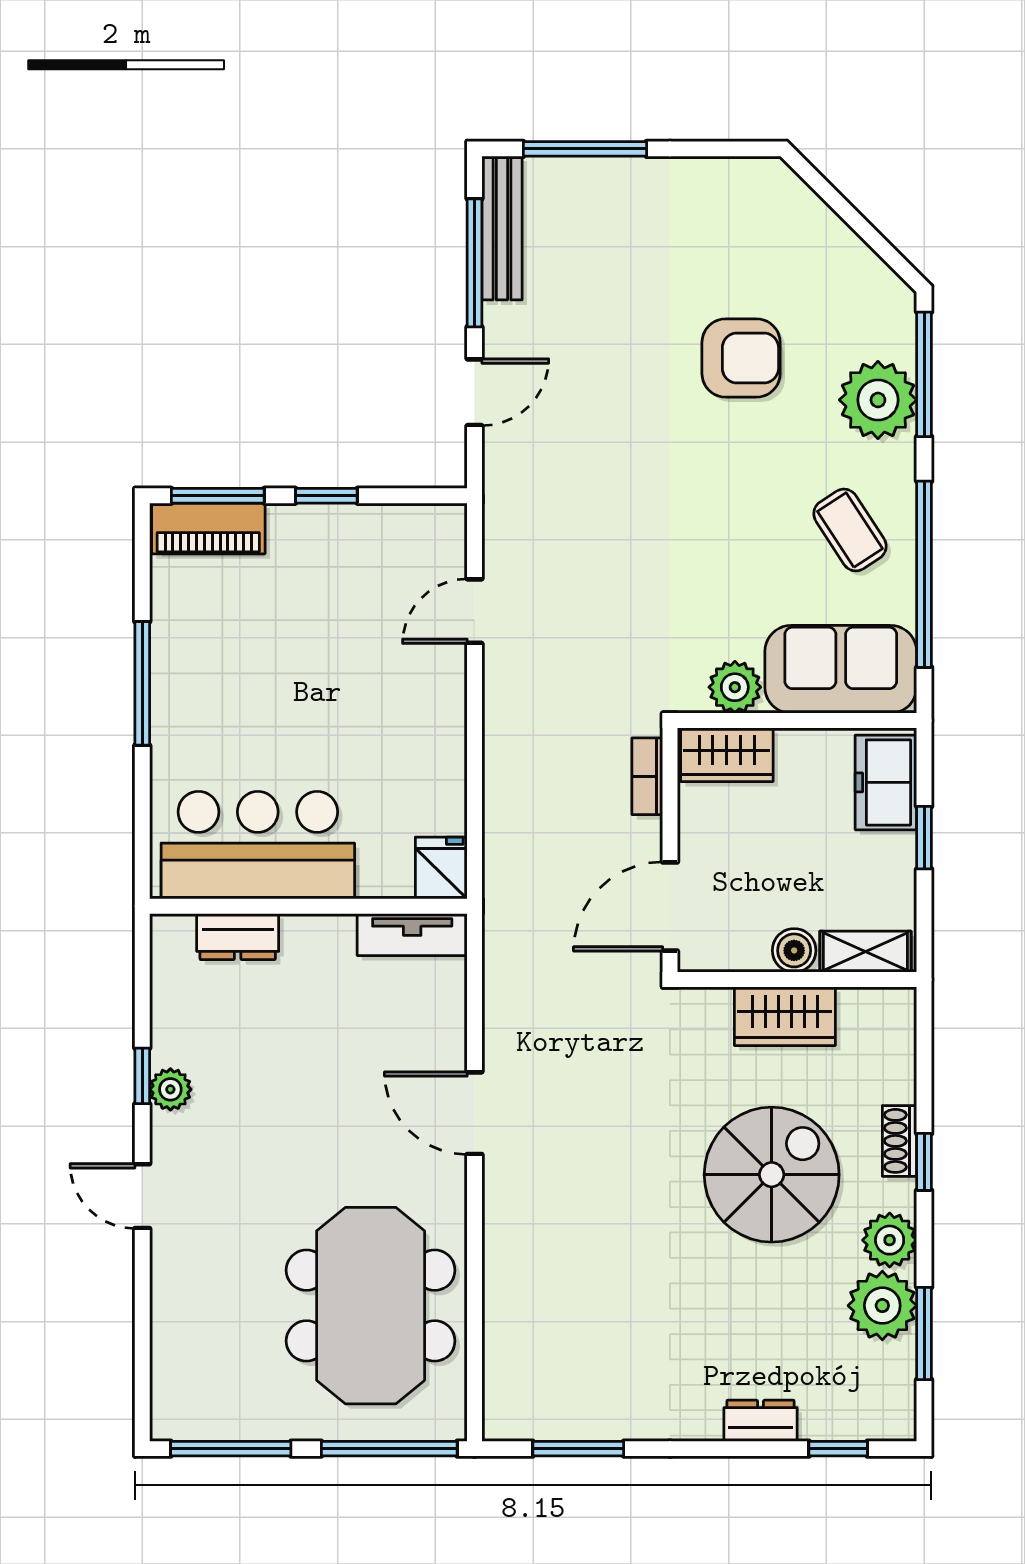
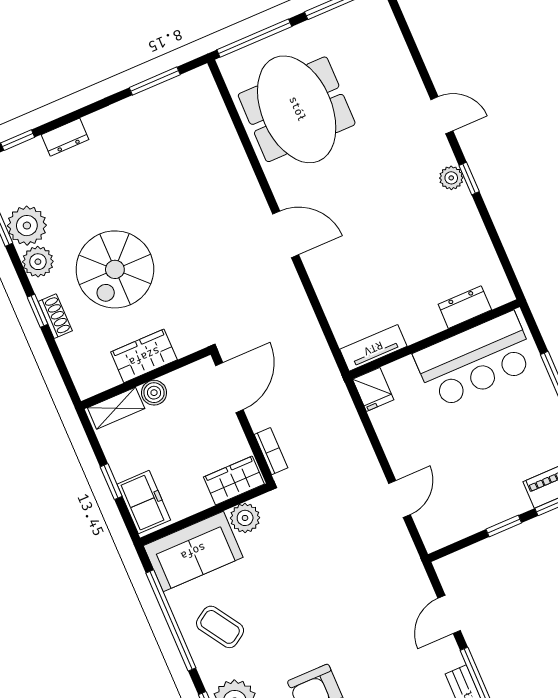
bar counter: (258, 845) -> (475, 360), moved
fridge: (441, 868) -> (373, 389), moved
wall: (308, 906) -> (434, 339), moved
tv unit: (412, 935) -> (373, 348), moved
dresser: (238, 937) -> (465, 307), moved

